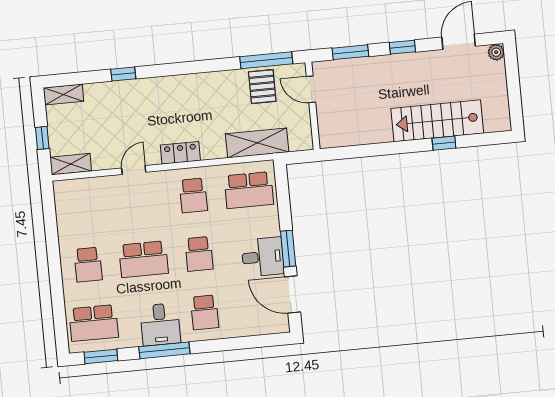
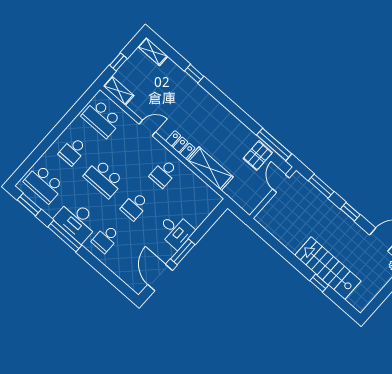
shelving: (257, 143) -> (210, 169), moved
school desk: (249, 190) -> (102, 118), moved
desk: (263, 257) -> (176, 231), moved
desk: (160, 324) -> (77, 221), width x1.37

